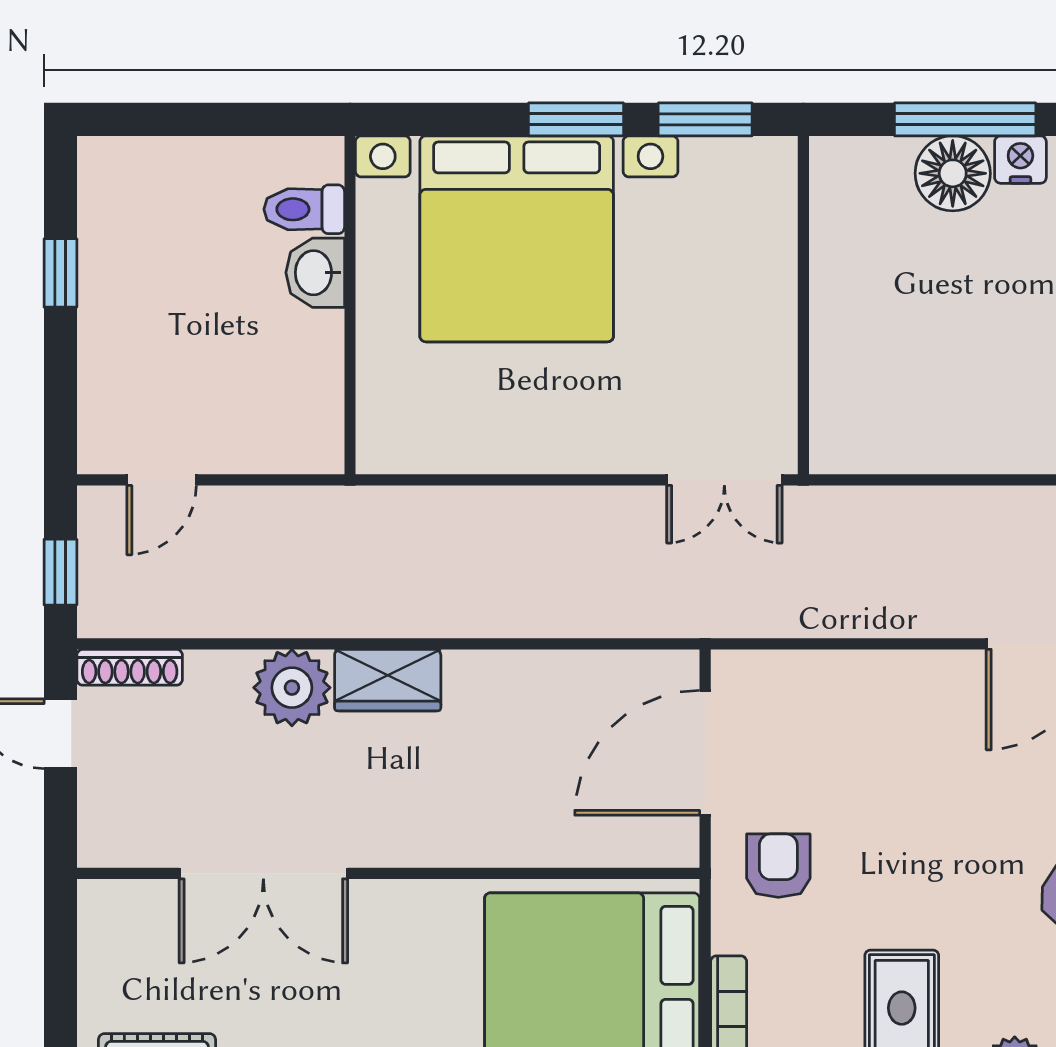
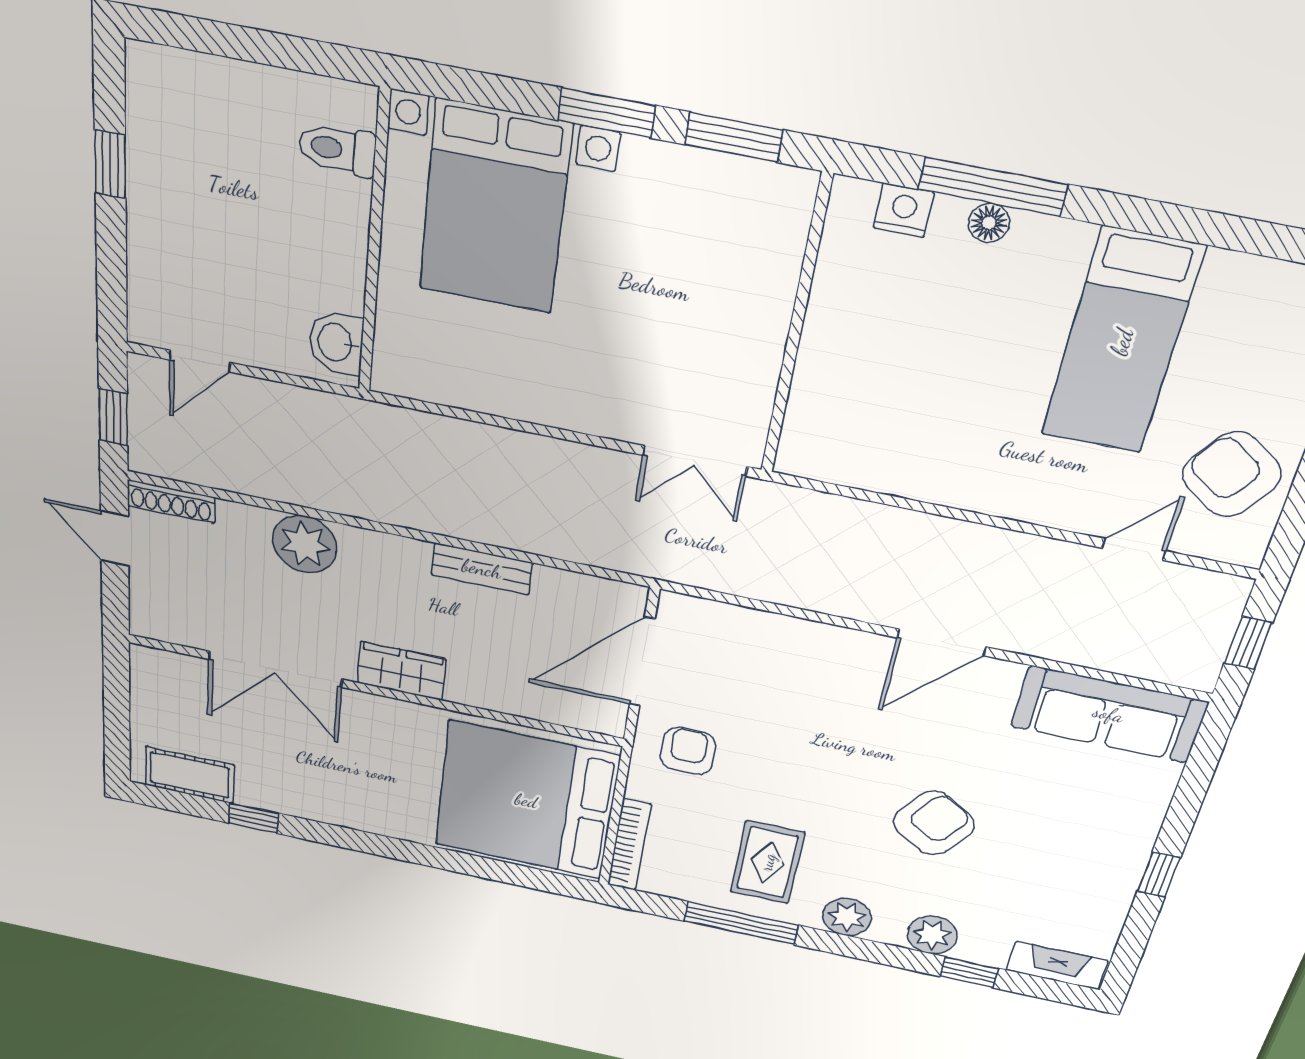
nightstand: (1020, 160) -> (903, 210), moved
floor lamp: (953, 173) -> (989, 223), width x0.53, depth x0.53
bed with nightstands: (517, 239) -> (495, 208), width x0.73
washbasin: (315, 273) -> (336, 343), moved
bench: (503, 672) -> (482, 569), added
wardrobe: (388, 680) -> (401, 671), moved, turned 180

